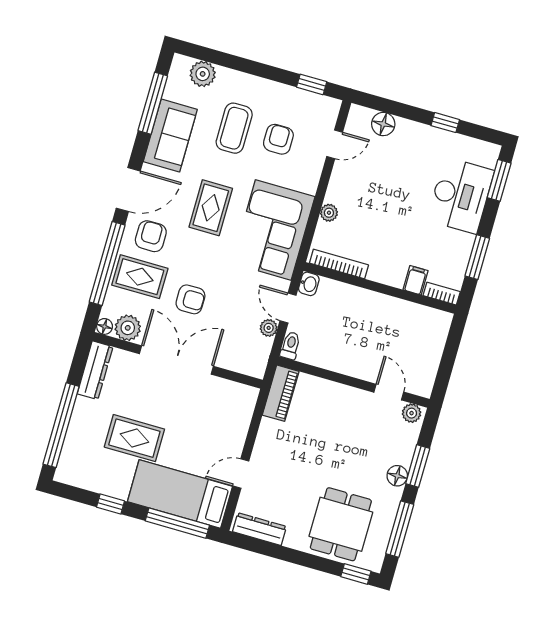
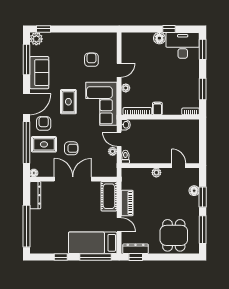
plant: (203, 74) -> (36, 39), moved
window: (312, 84) -> (44, 29), moved
floor lamp: (383, 124) -> (159, 38), moved
coffee table: (234, 128) -> (69, 60), removed
door: (335, 144) -> (119, 70), moved
desk: (460, 195) -> (183, 45), moved, turned -90
filing cabinet: (416, 280) -> (157, 108), moved
plant: (128, 328) -> (45, 170), removed
piano: (281, 393) -> (127, 203), moved
cot: (237, 413) -> (109, 196), added
plant: (412, 413) -> (156, 173), moved
rug: (134, 438) -> (63, 222), removed
door: (241, 474) -> (119, 225), swing flipped
floor lamp: (397, 476) -> (194, 191), moved
window: (356, 574) -> (136, 257), moved

